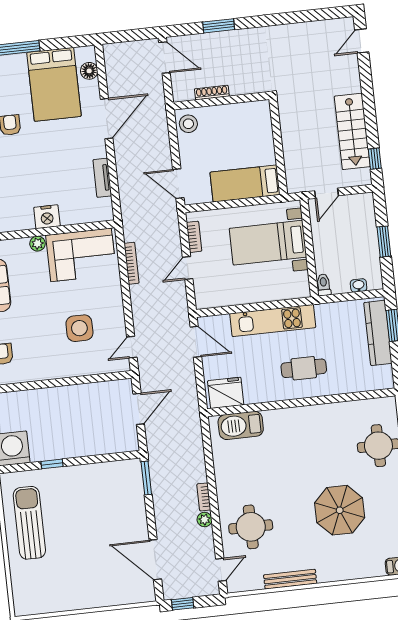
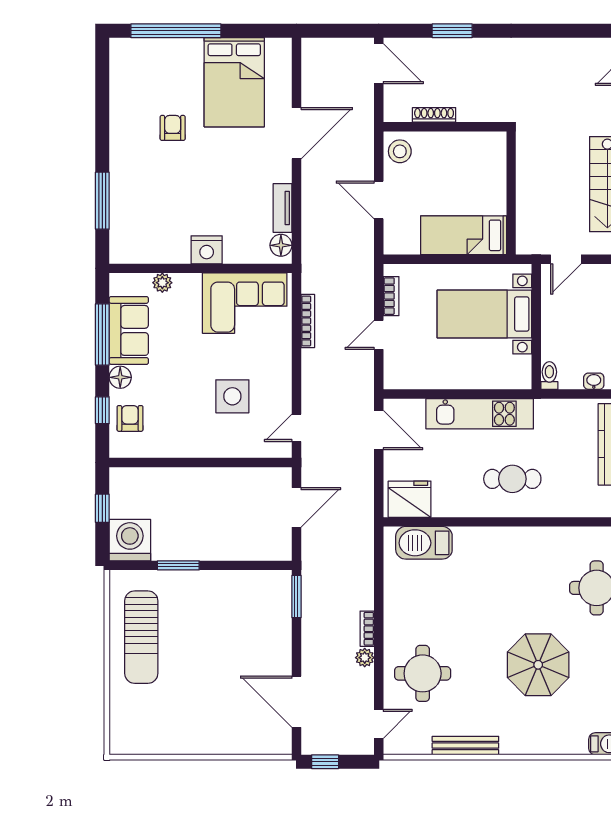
floor lamp: (89, 71) -> (281, 245), moved
door: (178, 184) -> (379, 200), moved
plant: (37, 244) -> (162, 283), moved
window: (52, 464) -> (178, 565), width x1.50
sun lounger: (29, 523) -> (141, 637), turned 180

